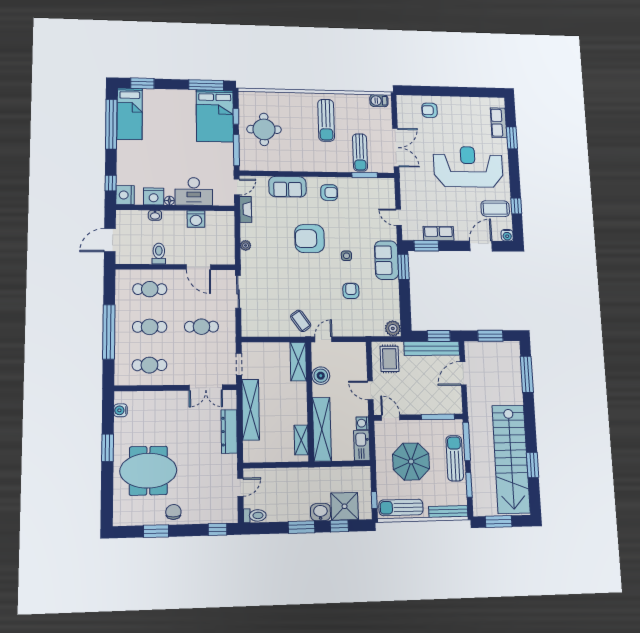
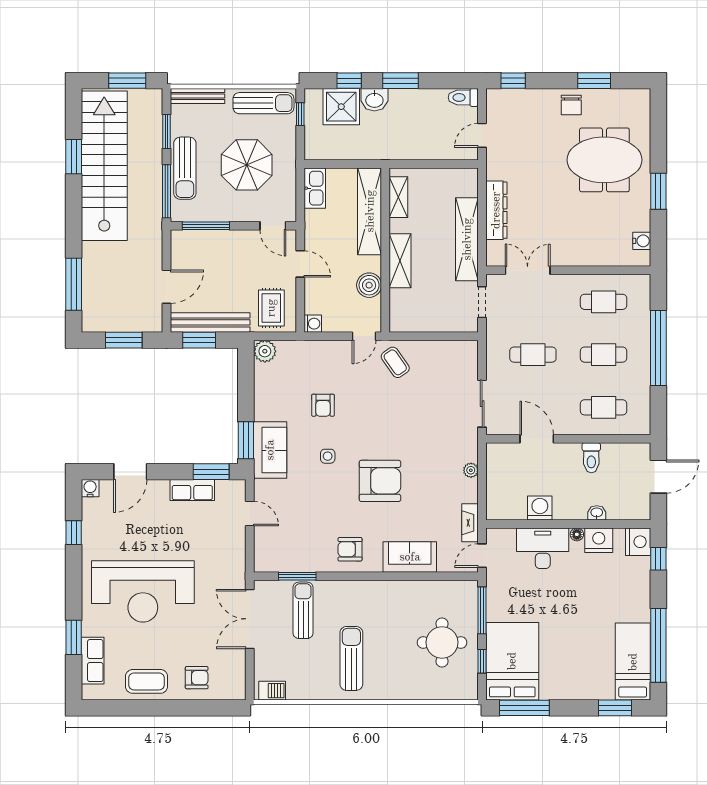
coffee table: (495, 209) -> (147, 681), moved
shelving: (298, 362) -> (400, 261), moved
washing machine: (363, 423) -> (313, 324), moved

